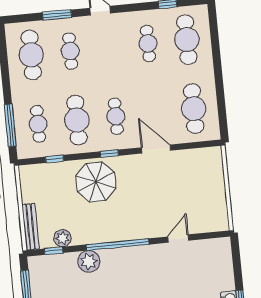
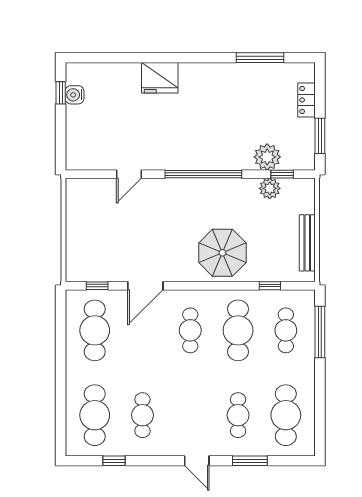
door: (156, 149) -> (145, 286), hinge flipped
window: (109, 154) -> (97, 286), moved
bench: (31, 227) -> (307, 243), moved
plant: (89, 261) -> (267, 157), moved

